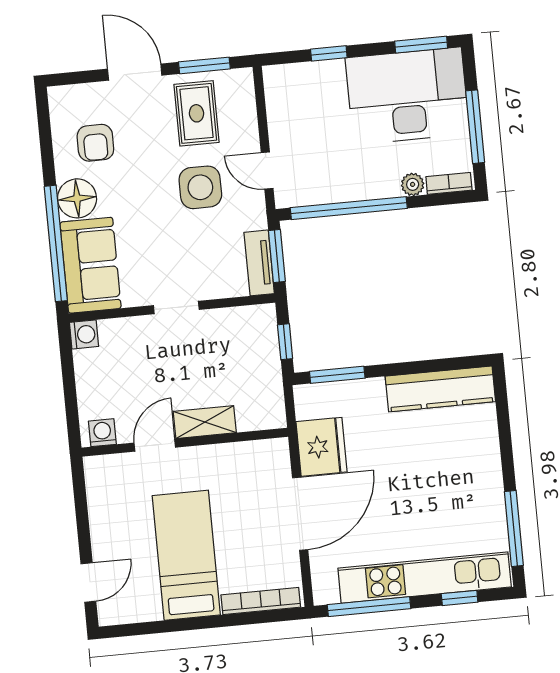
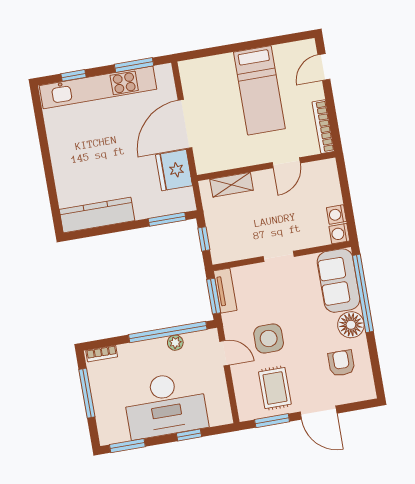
desk: (407, 96) -> (165, 405), moved
plant: (413, 184) -> (175, 343), moved
shelving: (205, 422) -> (232, 185), moved
washing machine: (102, 433) -> (336, 215), moved, turned 90
window: (514, 528) -> (41, 125), removed
bookcase: (261, 601) -> (323, 127), moved, turned 90
window: (369, 607) -> (134, 65), width x0.69

